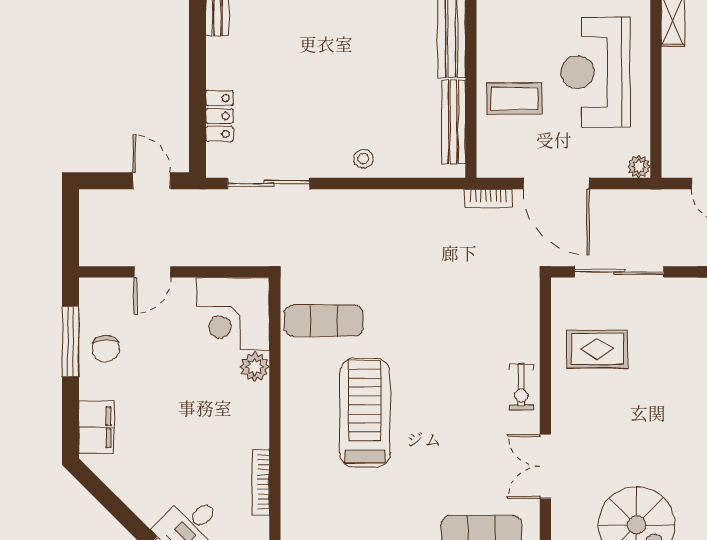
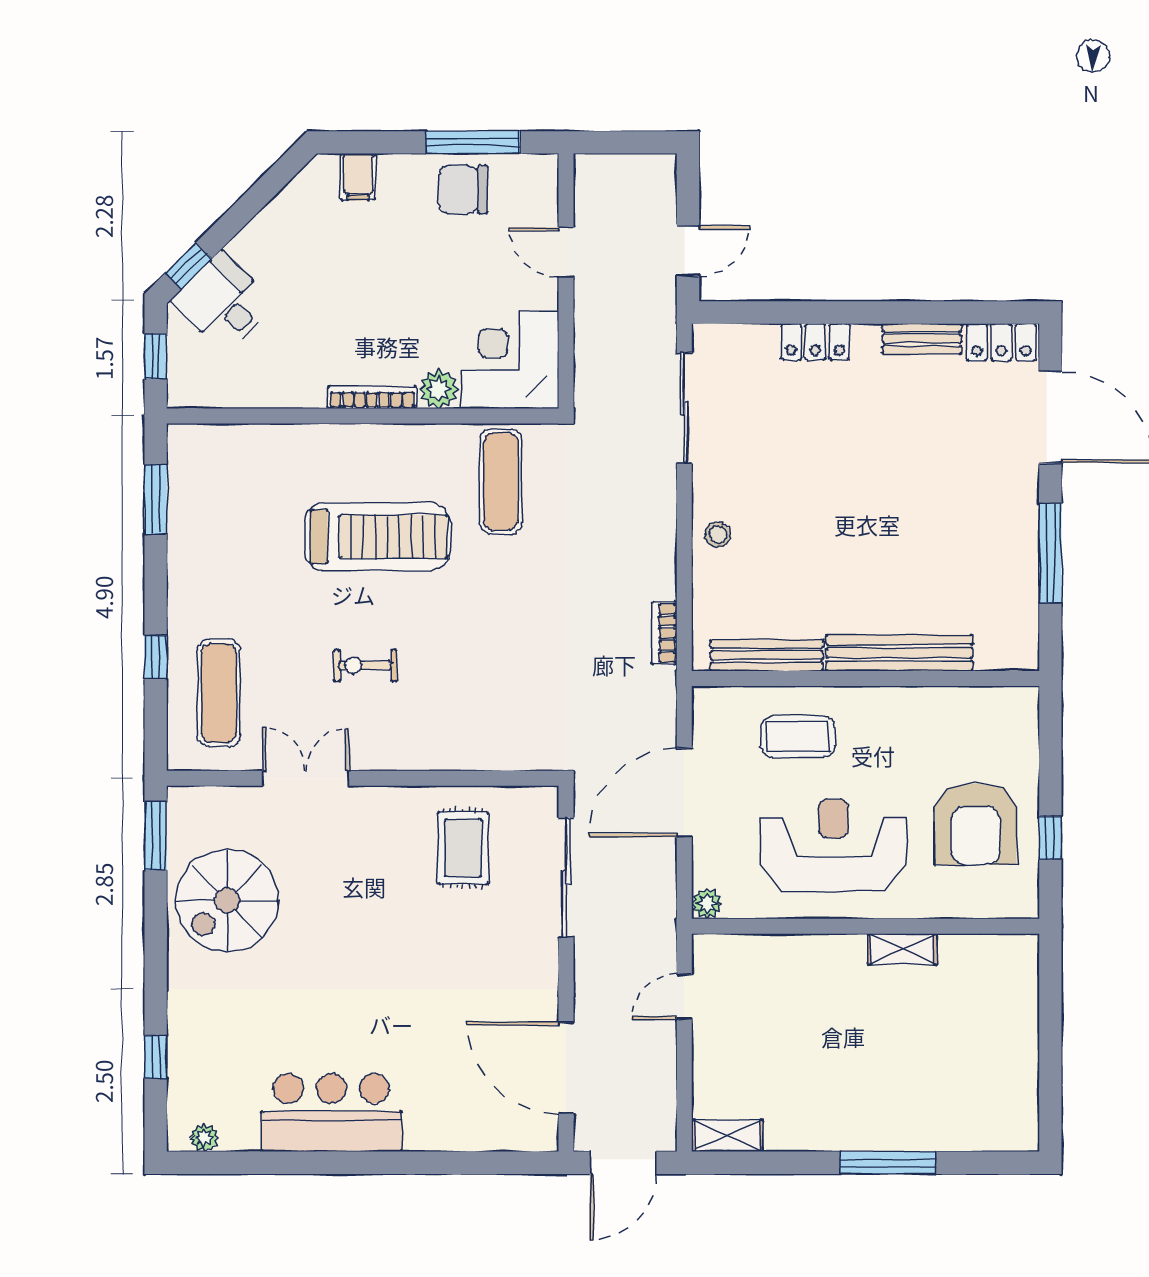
coffee table: (514, 99) -> (798, 737), turned 90
locker: (219, 116) -> (815, 342), moved
bookcase: (488, 198) -> (664, 633), moved
chair: (106, 349) -> (463, 189), width x1.37, depth x1.37
exercise bike: (521, 387) -> (365, 666), moved
filing cabinet: (96, 427) -> (358, 177), width x0.50
bookcase: (261, 482) -> (372, 397), moved

